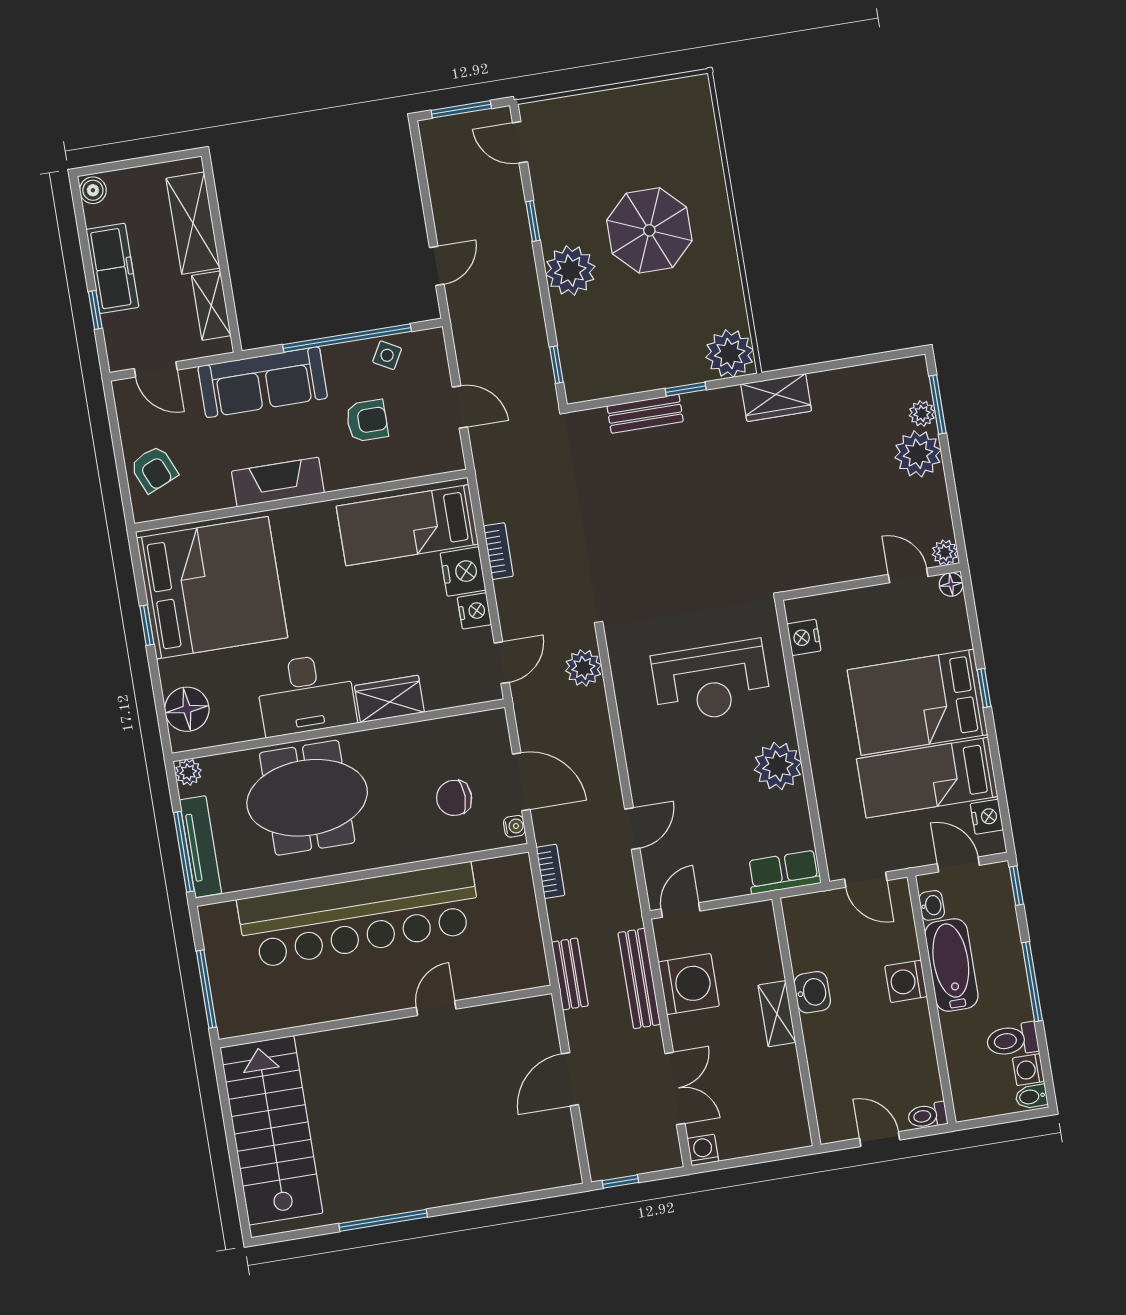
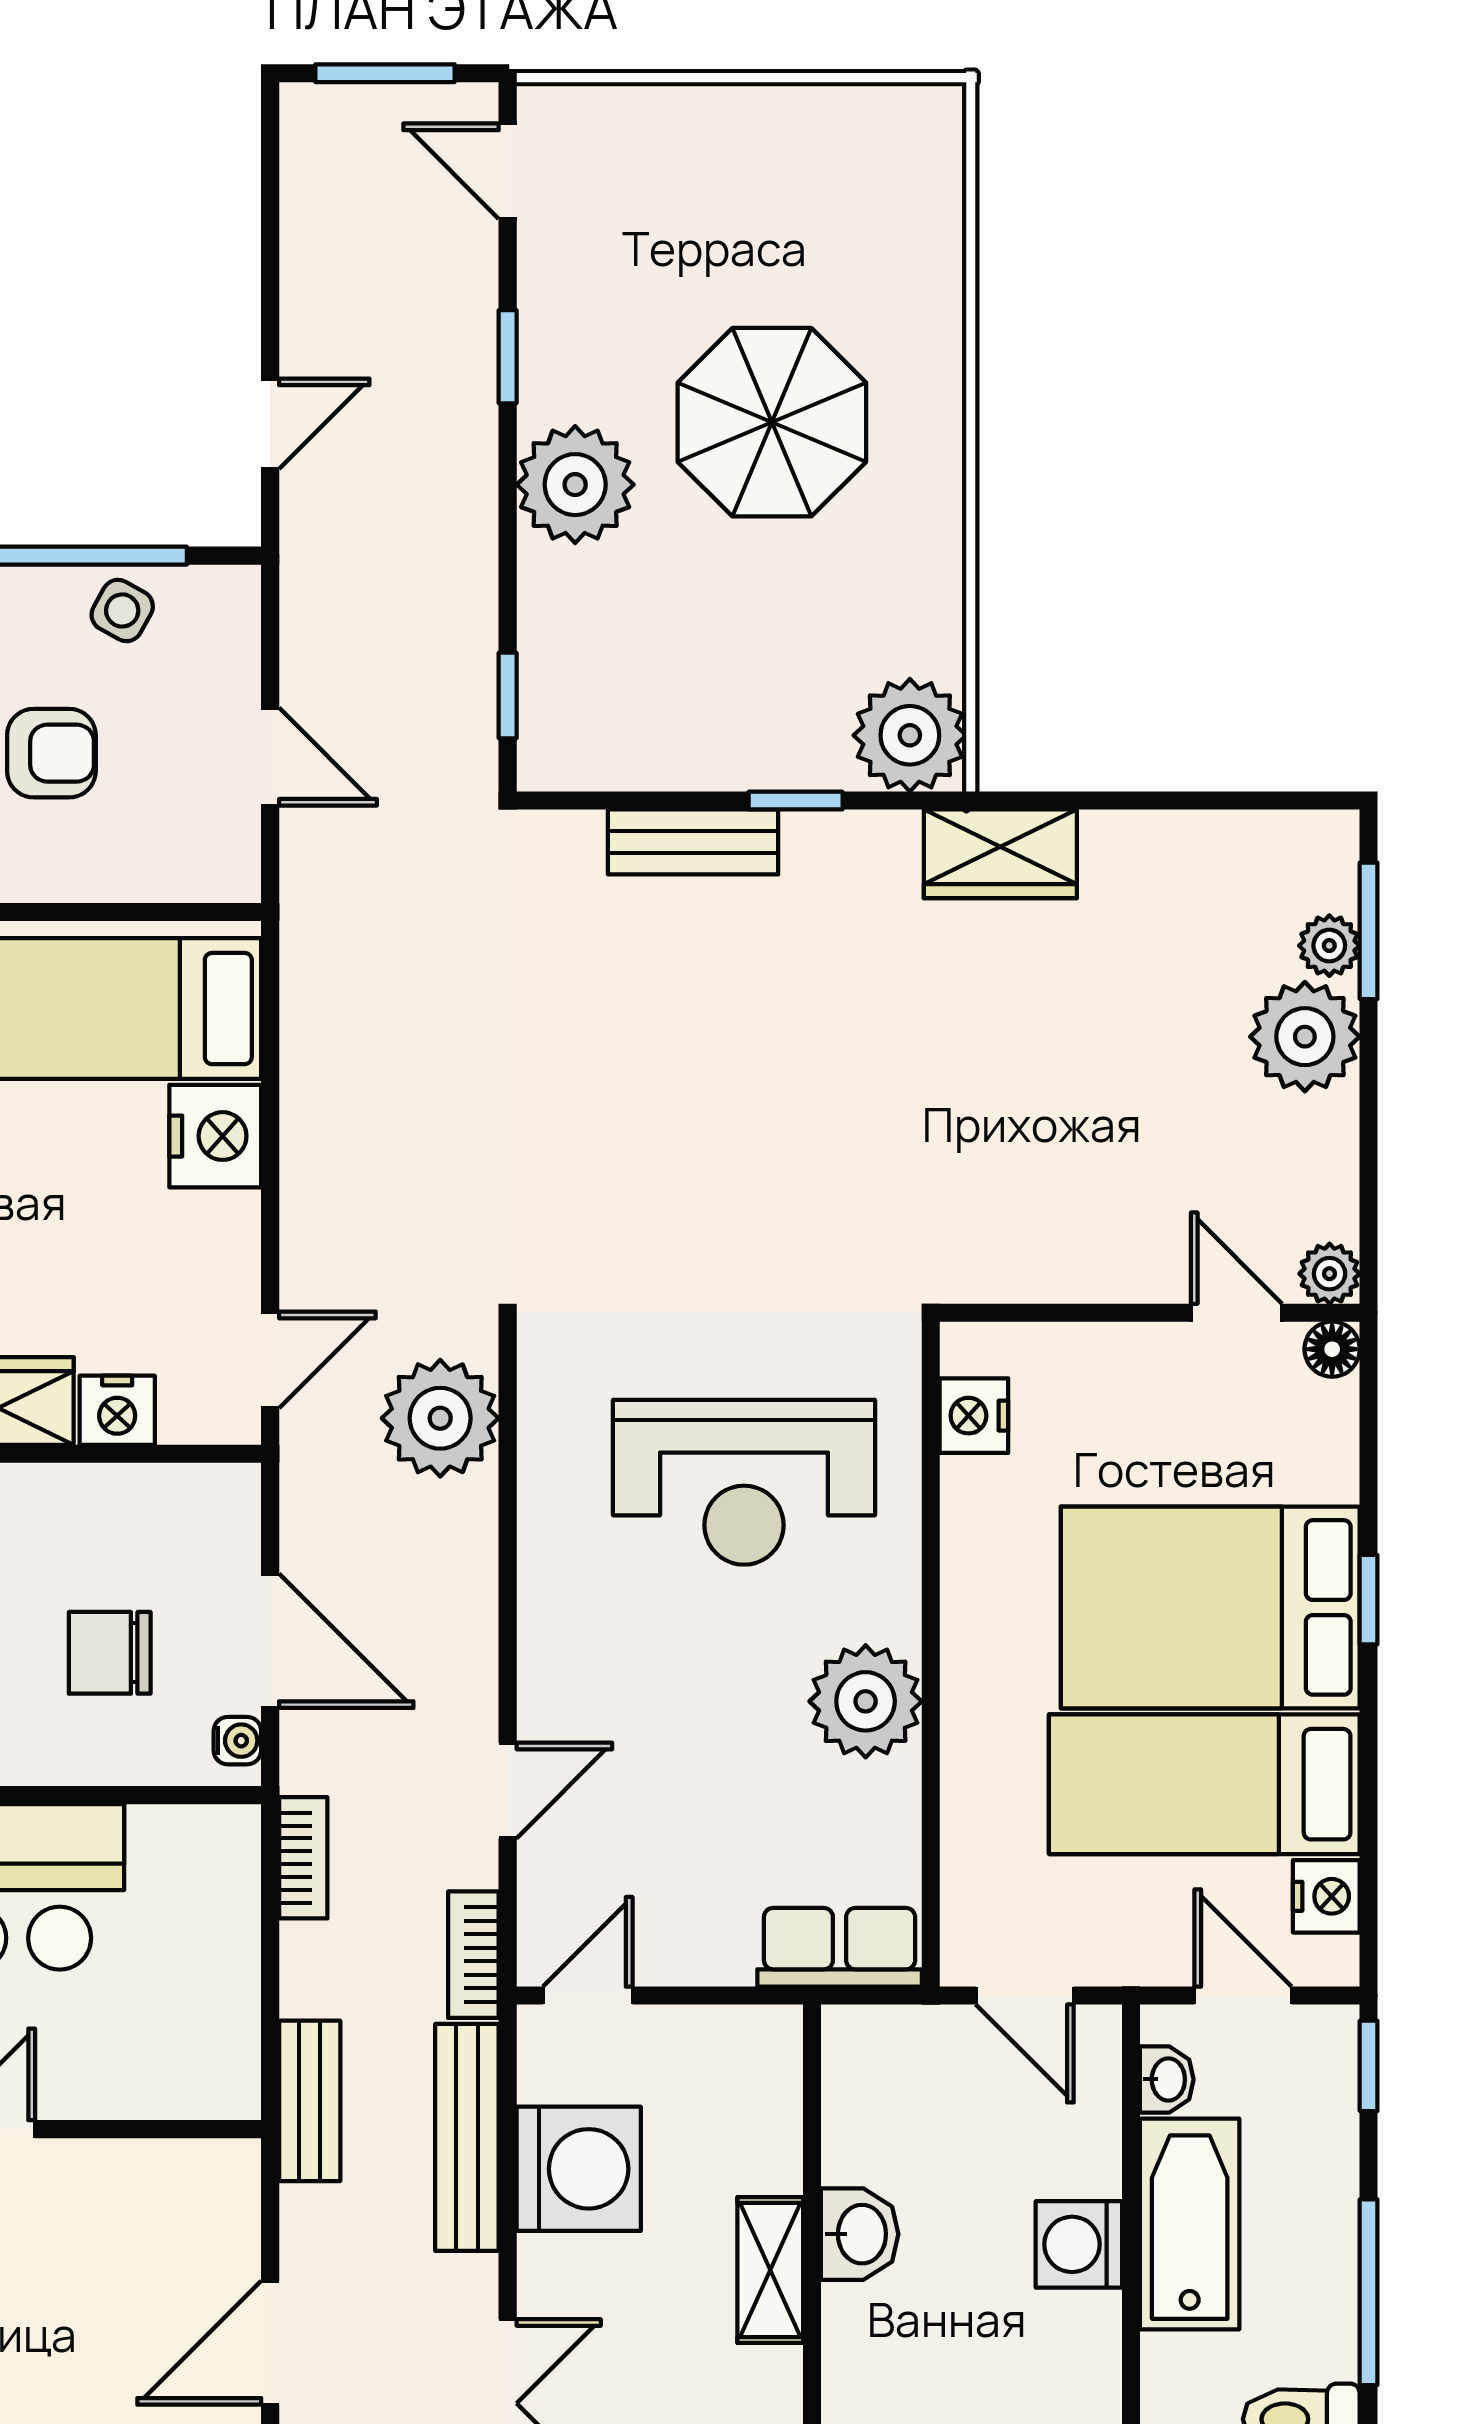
bookcase: (498, 551) -> (473, 1955), moved, turned 180
nightstand: (474, 611) -> (117, 1410), moved, turned 90
plant: (583, 668) -> (440, 1418), width x1.36, depth x1.36

